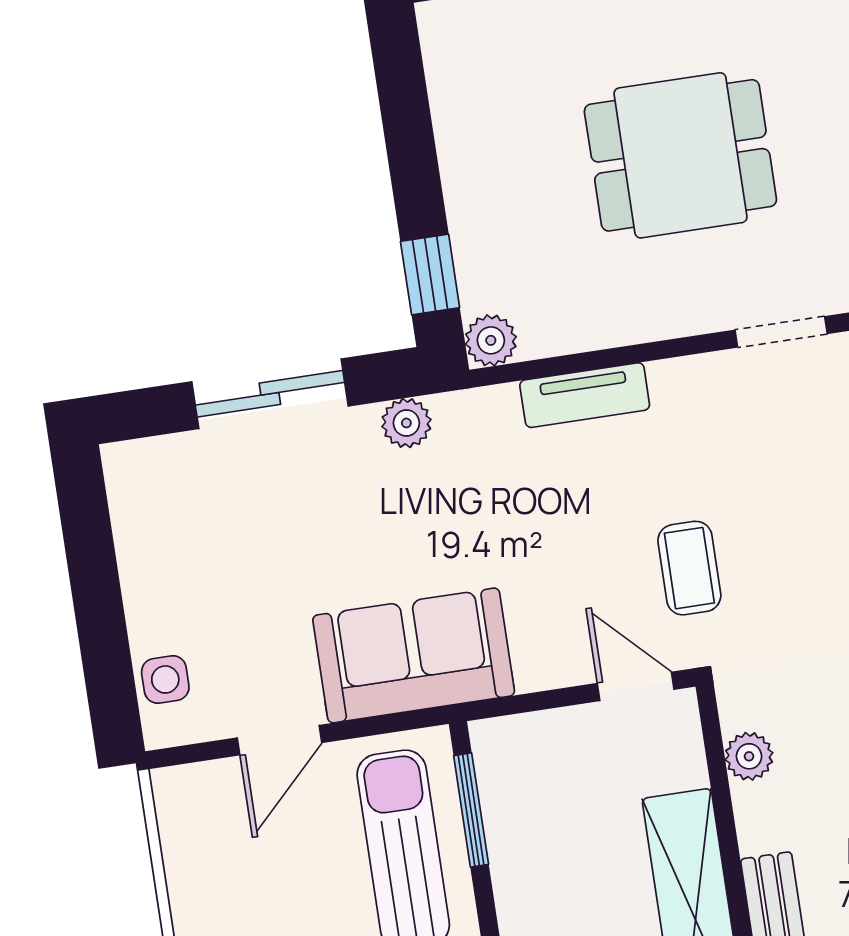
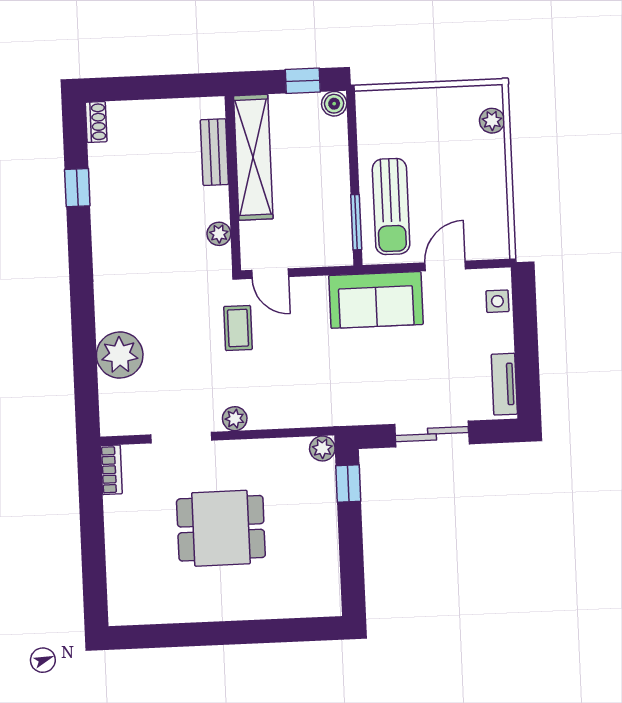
doorway: (781, 332) -> (181, 438), width x1.38
tv unit: (585, 395) -> (504, 384), moved, turned -90
plant: (406, 423) -> (235, 419), moved

